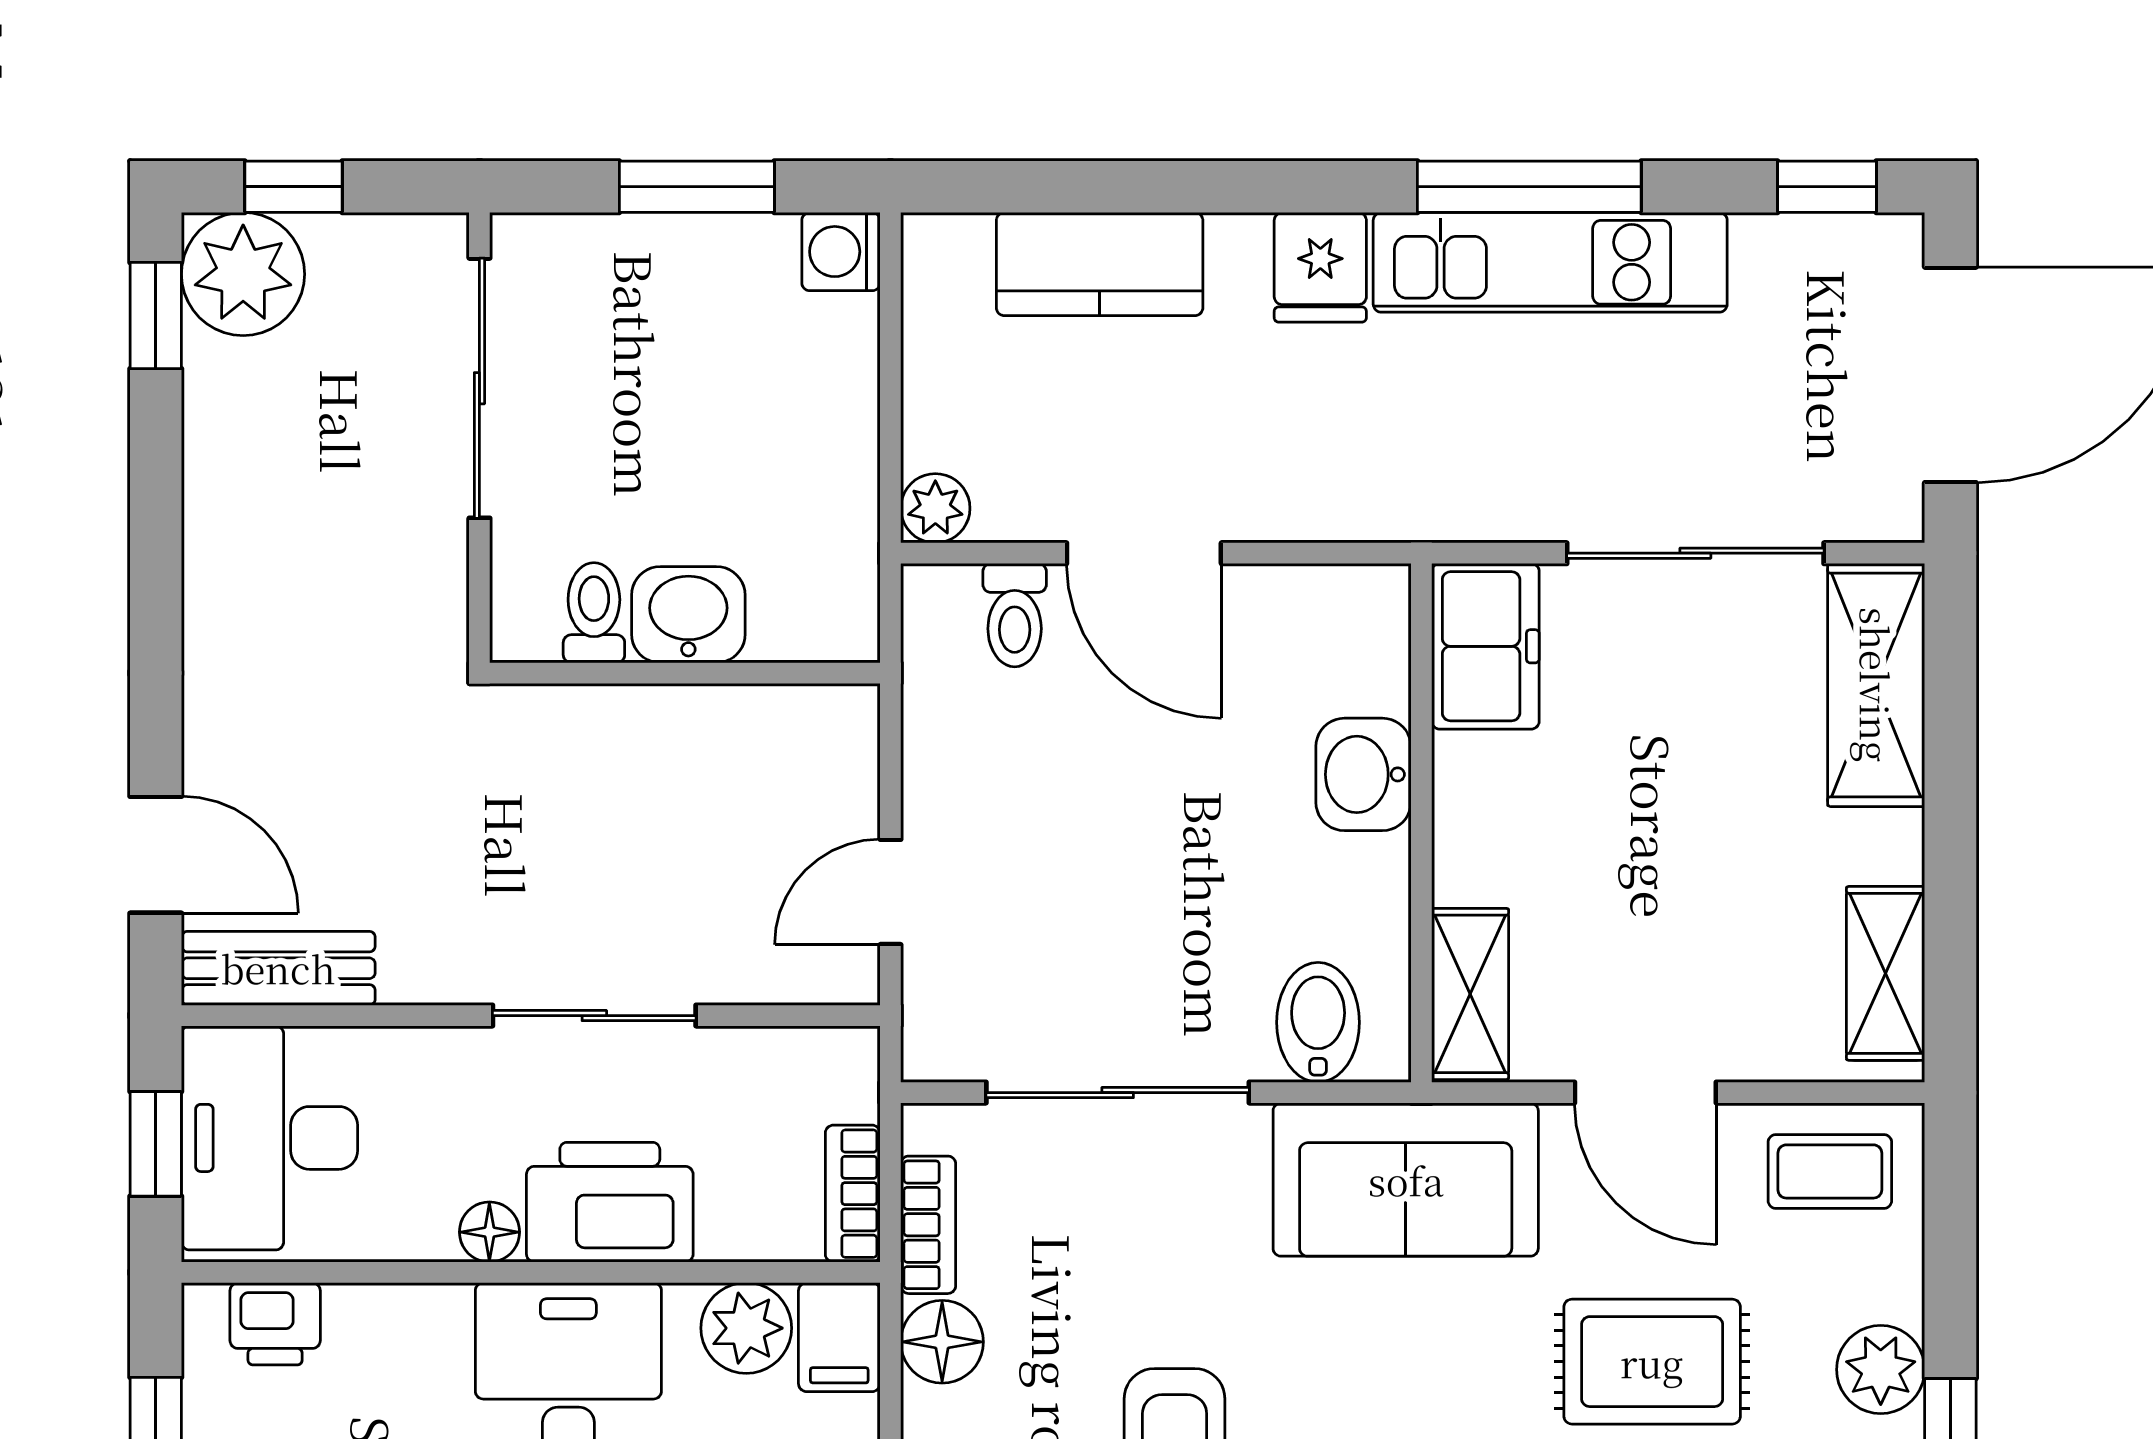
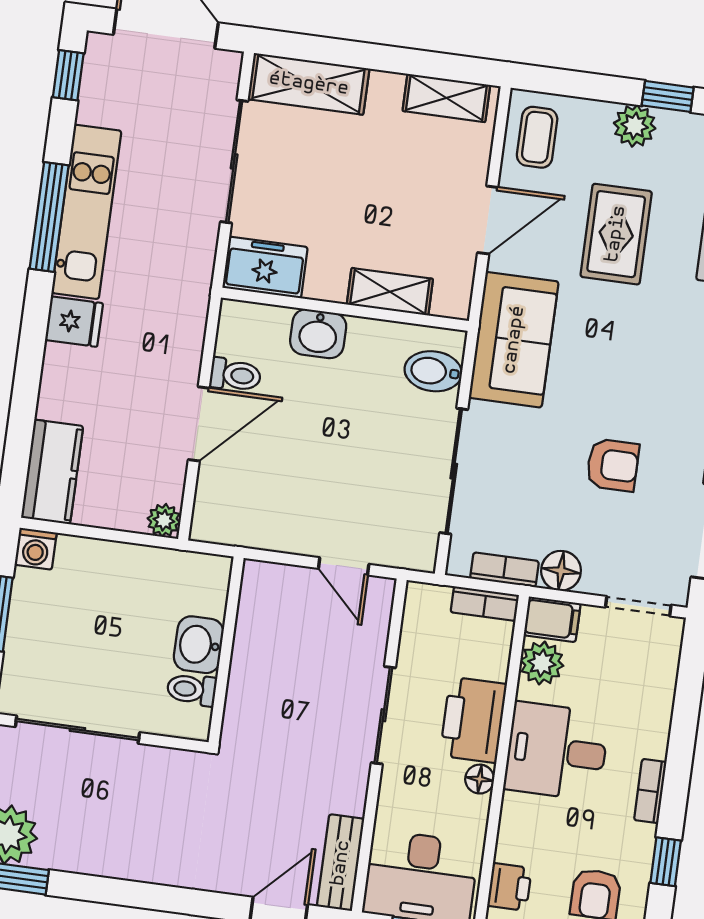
kitchen counter: (1100, 264) -> (52, 472), moved
toilet: (1015, 615) -> (235, 375), moved
shelving: (1470, 994) -> (390, 292), moved

